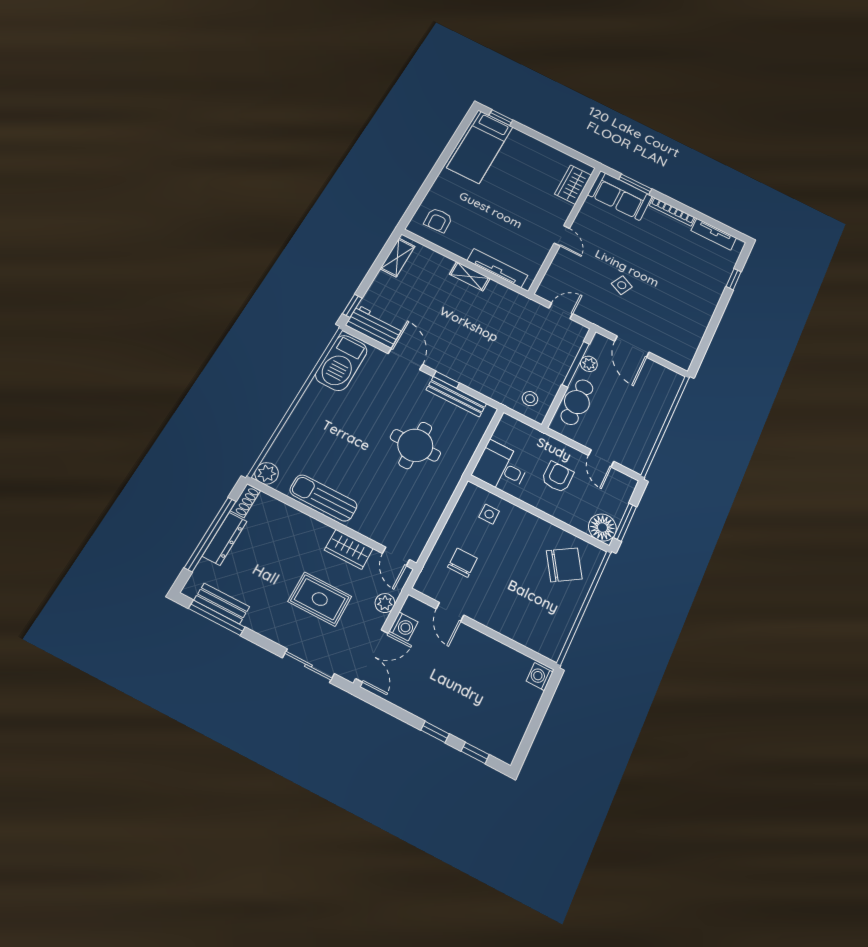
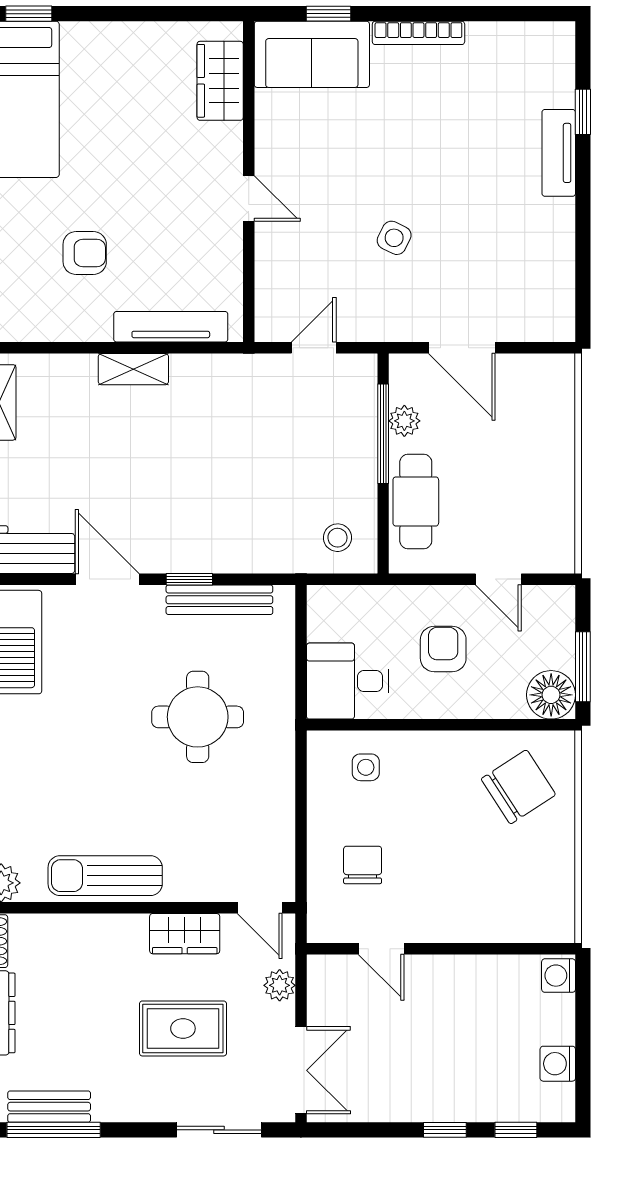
window: (635, 184) -> (328, 14), width x0.67
armchair: (438, 220) -> (85, 253), moved, turned -87
tv unit: (714, 234) -> (559, 153), moved, turned 90
washing machine: (404, 626) -> (558, 1064), moved, turned 180

